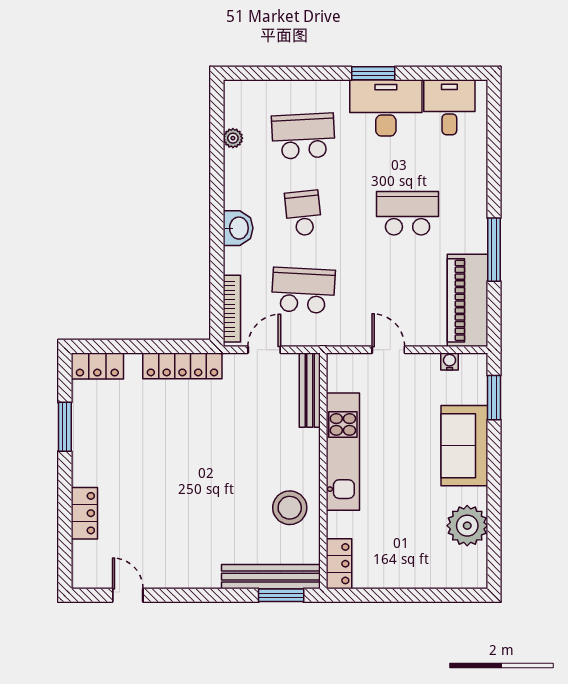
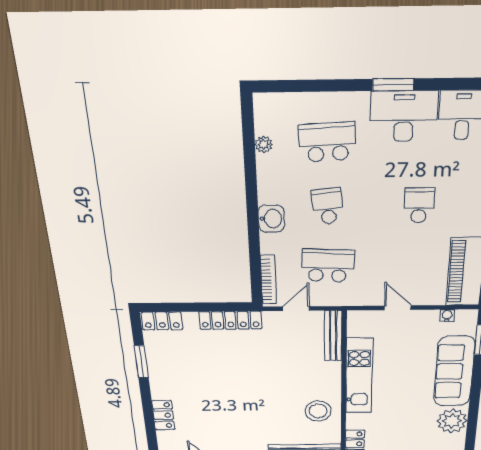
school desk: (408, 213) -> (419, 205), width x0.54
sofa: (464, 446) -> (454, 372), width x1.36

